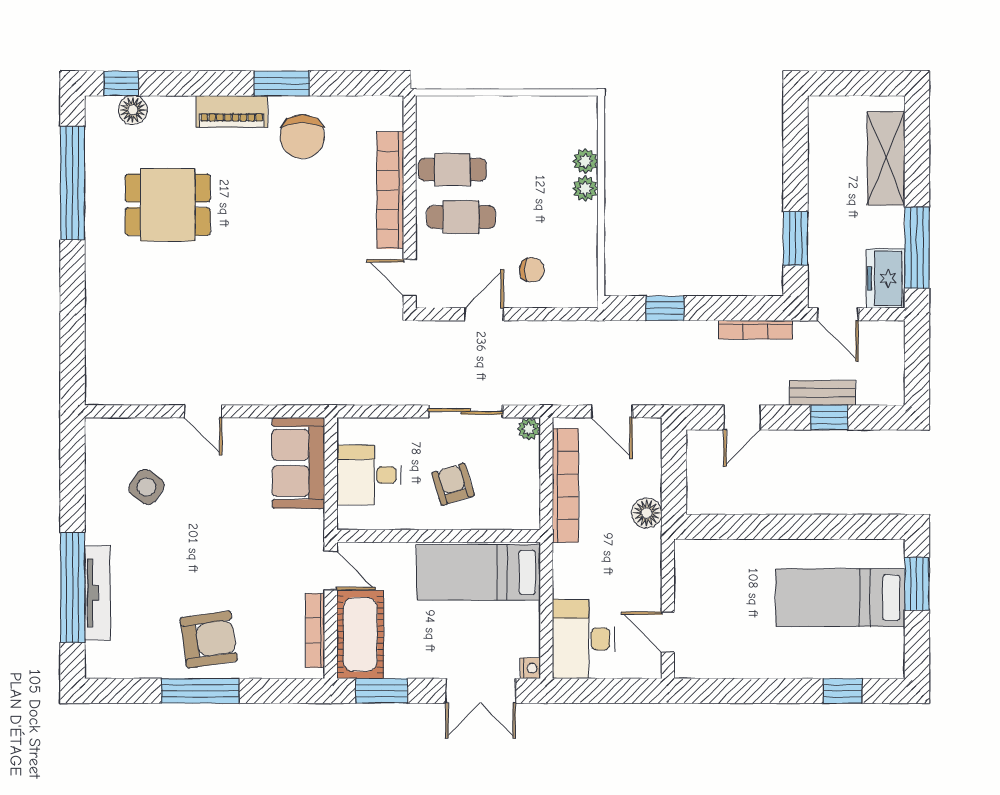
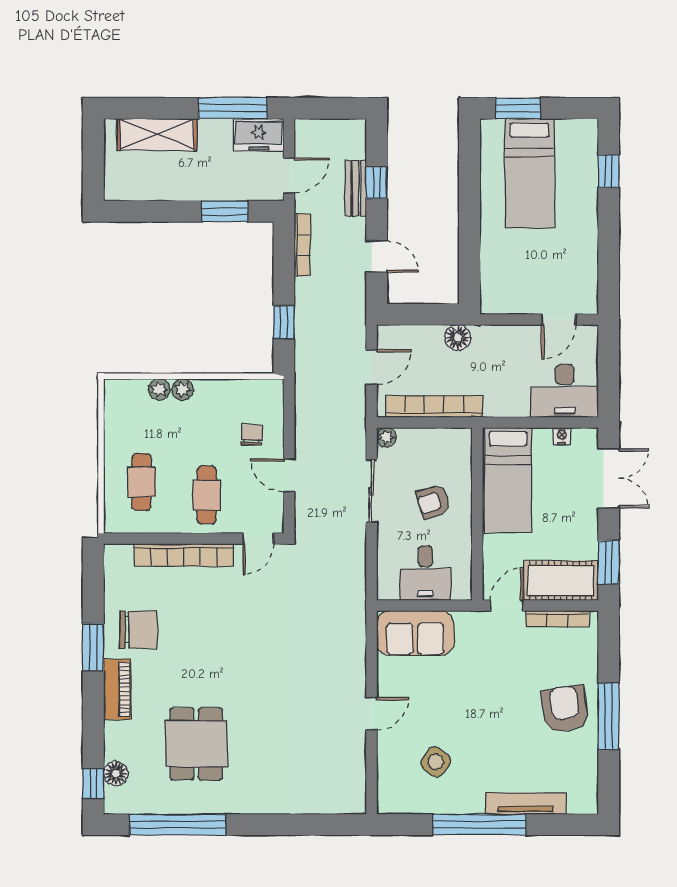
cafe table: (452, 170) -> (142, 482), moved
window: (73, 588) -> (480, 825), moved
nightstand: (530, 668) -> (562, 436), moved

